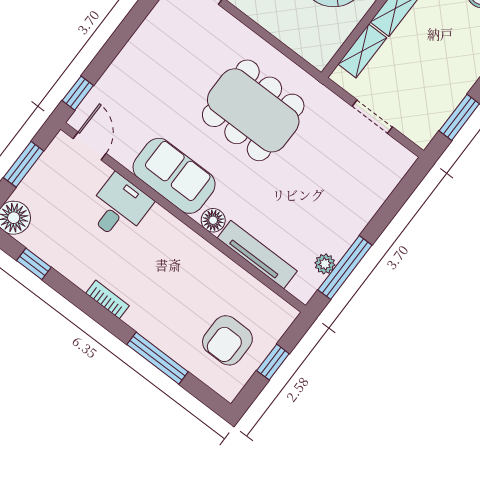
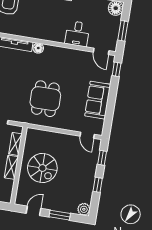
dining table: (253, 110) -> (45, 99), width x0.73
sofa: (174, 176) -> (98, 100), moved, turned 90

